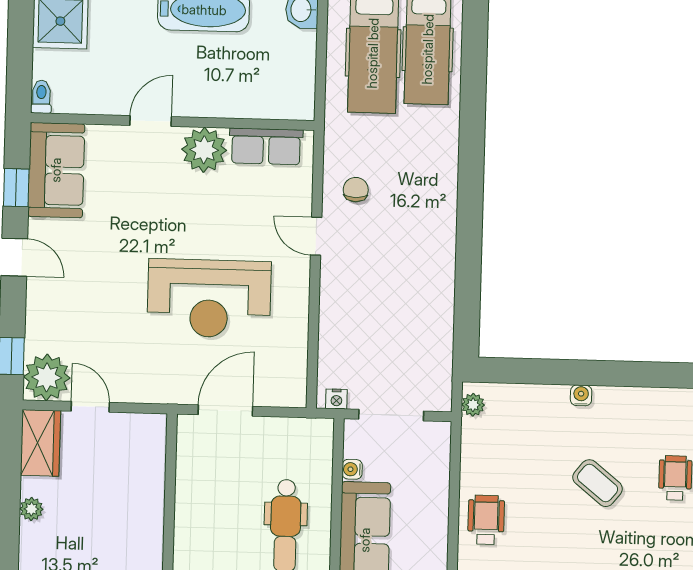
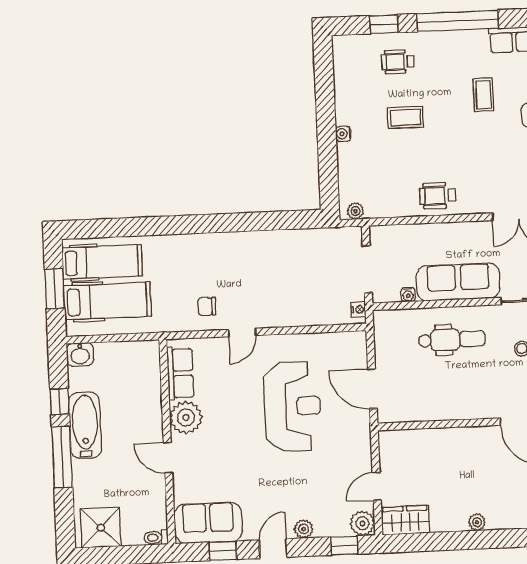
plant: (38, 302) -> (304, 529), added
plant: (47, 377) -> (362, 523), width x0.73, depth x0.73
coffee table: (598, 483) -> (405, 117), turned 51
plant: (31, 509) -> (477, 522), moved

